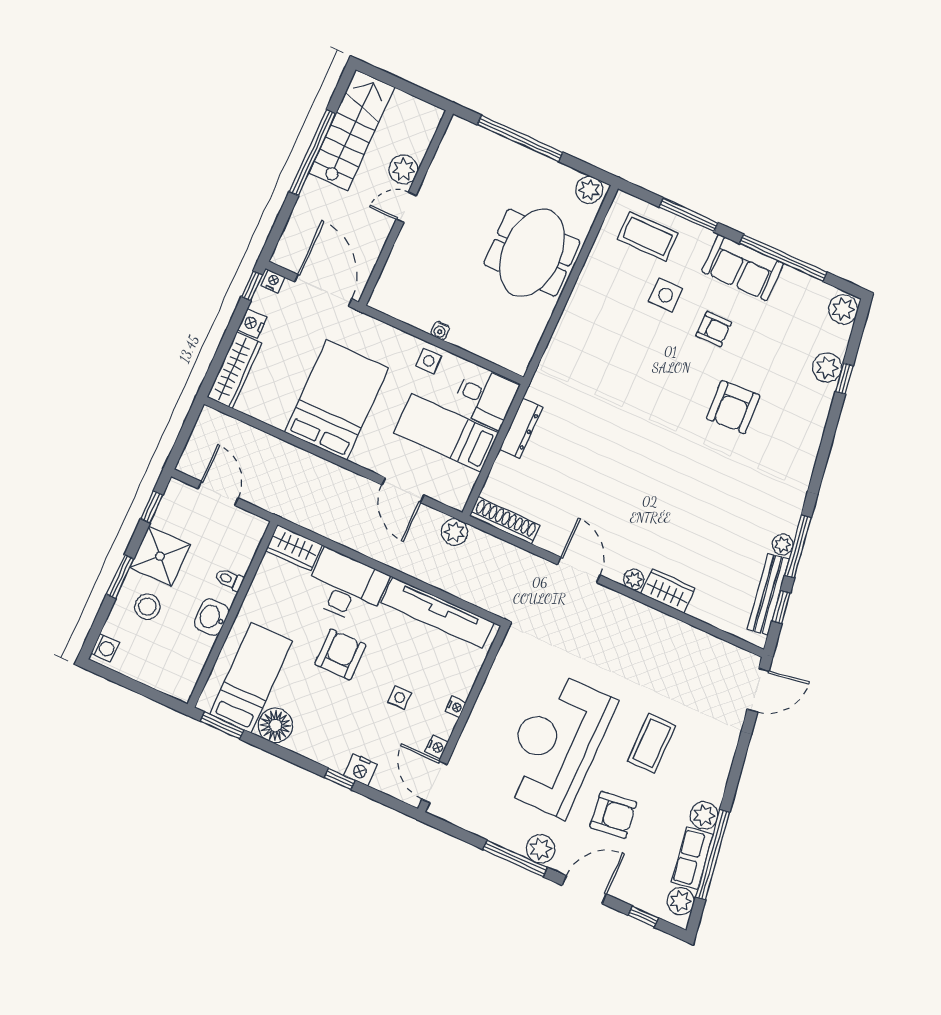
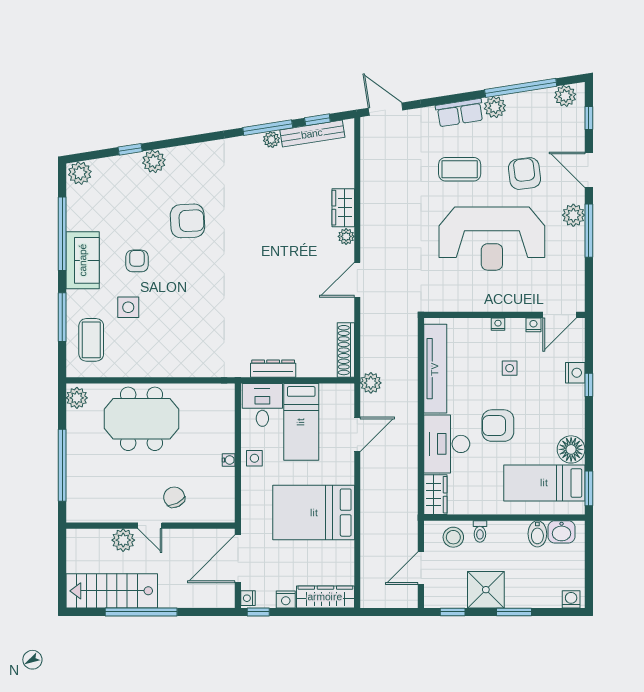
chair: (426, 249) -> (174, 497), added
plant: (827, 368) -> (154, 161), moved
stool: (147, 607) -> (453, 537), moved
washbasin: (212, 617) -> (562, 532), moved
bidet: (197, 644) -> (537, 534), added
row of seats: (692, 858) -> (460, 113), moved

